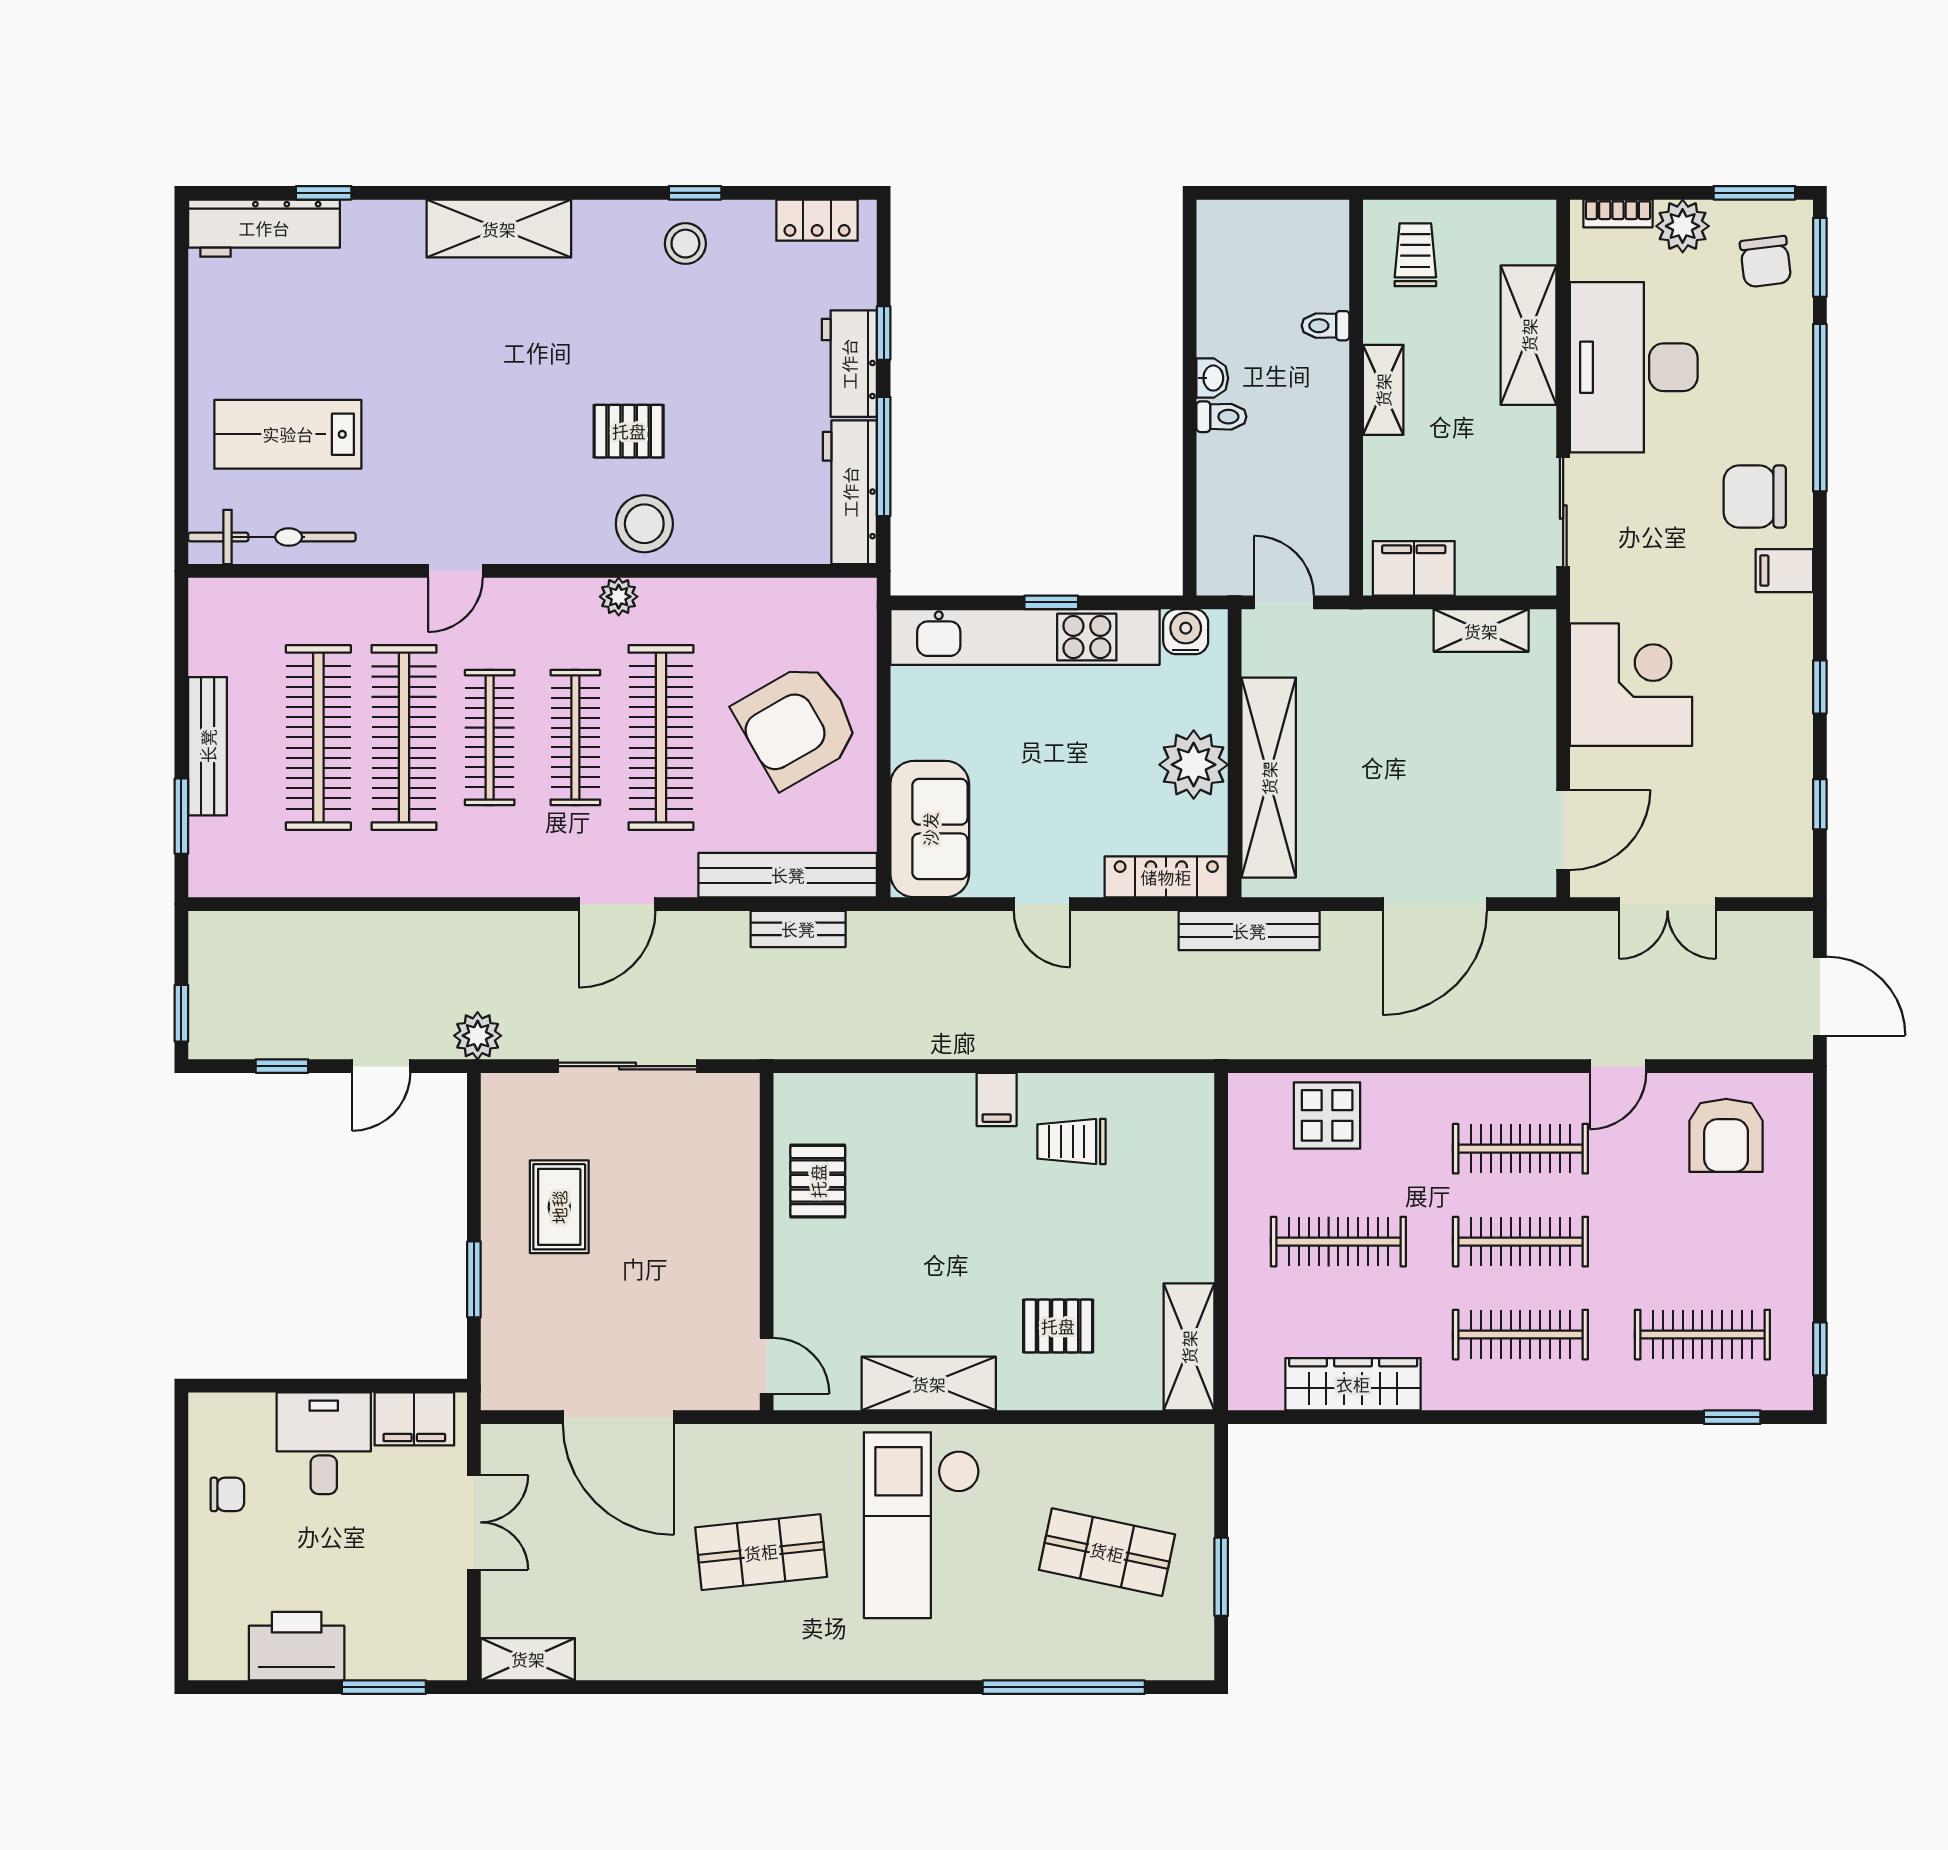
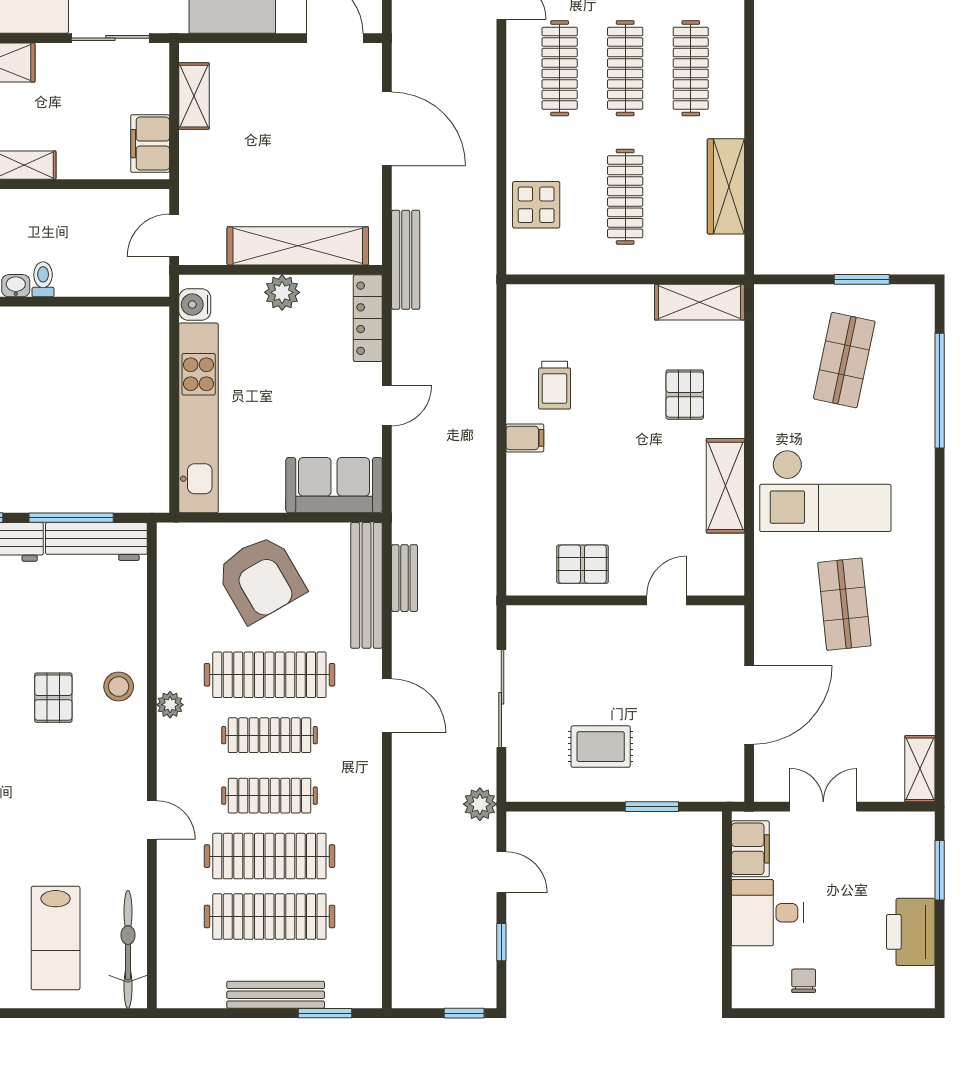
stool: (644, 524) -> (119, 687), width x0.73, depth x0.73
window: (1051, 602) -> (174, 399), removed
plant: (1194, 765) -> (282, 292), width x0.73, depth x0.73
door: (767, 1366) -> (667, 600), moved

